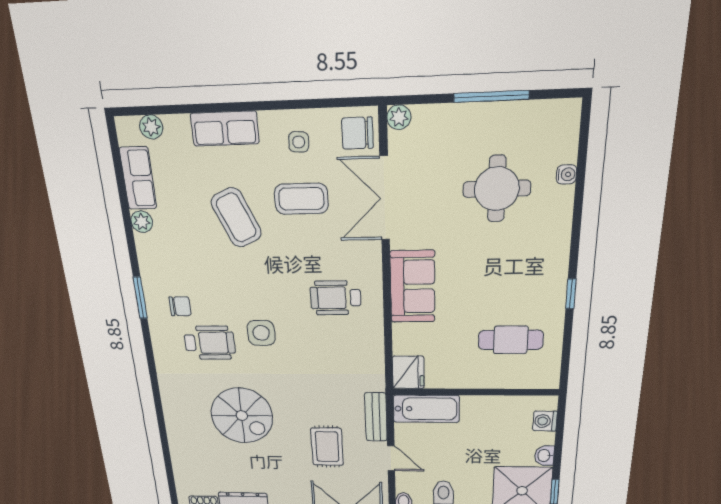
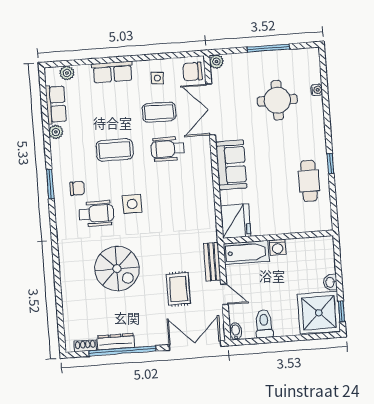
coffee table: (236, 218) -> (115, 150), moved, turned -66
wheelchair: (336, 298) -> (168, 149), moved
cafe table: (511, 340) -> (309, 181), moved, turned 90
fridge: (408, 372) -> (236, 221), width x1.36, depth x1.34
washing machine: (545, 421) -> (278, 247), moved, turned -90

